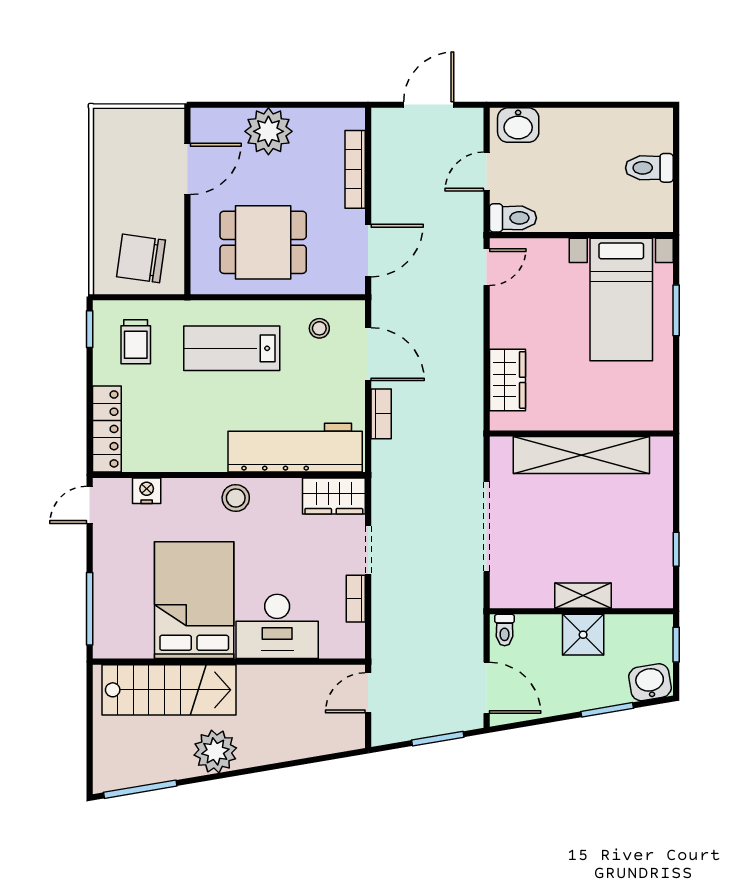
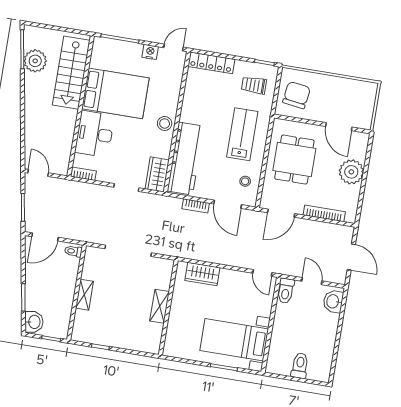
door: (368, 251) -> (281, 213), hinge flipped
door: (368, 354) -> (228, 204), hinge flipped
shelving: (581, 455) -> (160, 306), width x0.45, depth x0.75
nightstand: (147, 491) -> (150, 52), moved, turned -90
door: (90, 505) -> (174, 47), hinge flipped
bookcase: (356, 599) -> (83, 174), moved
shower: (583, 635) -> (64, 291), removed
door: (368, 693) -> (38, 173), moved
plant: (215, 751) -> (35, 61), moved

